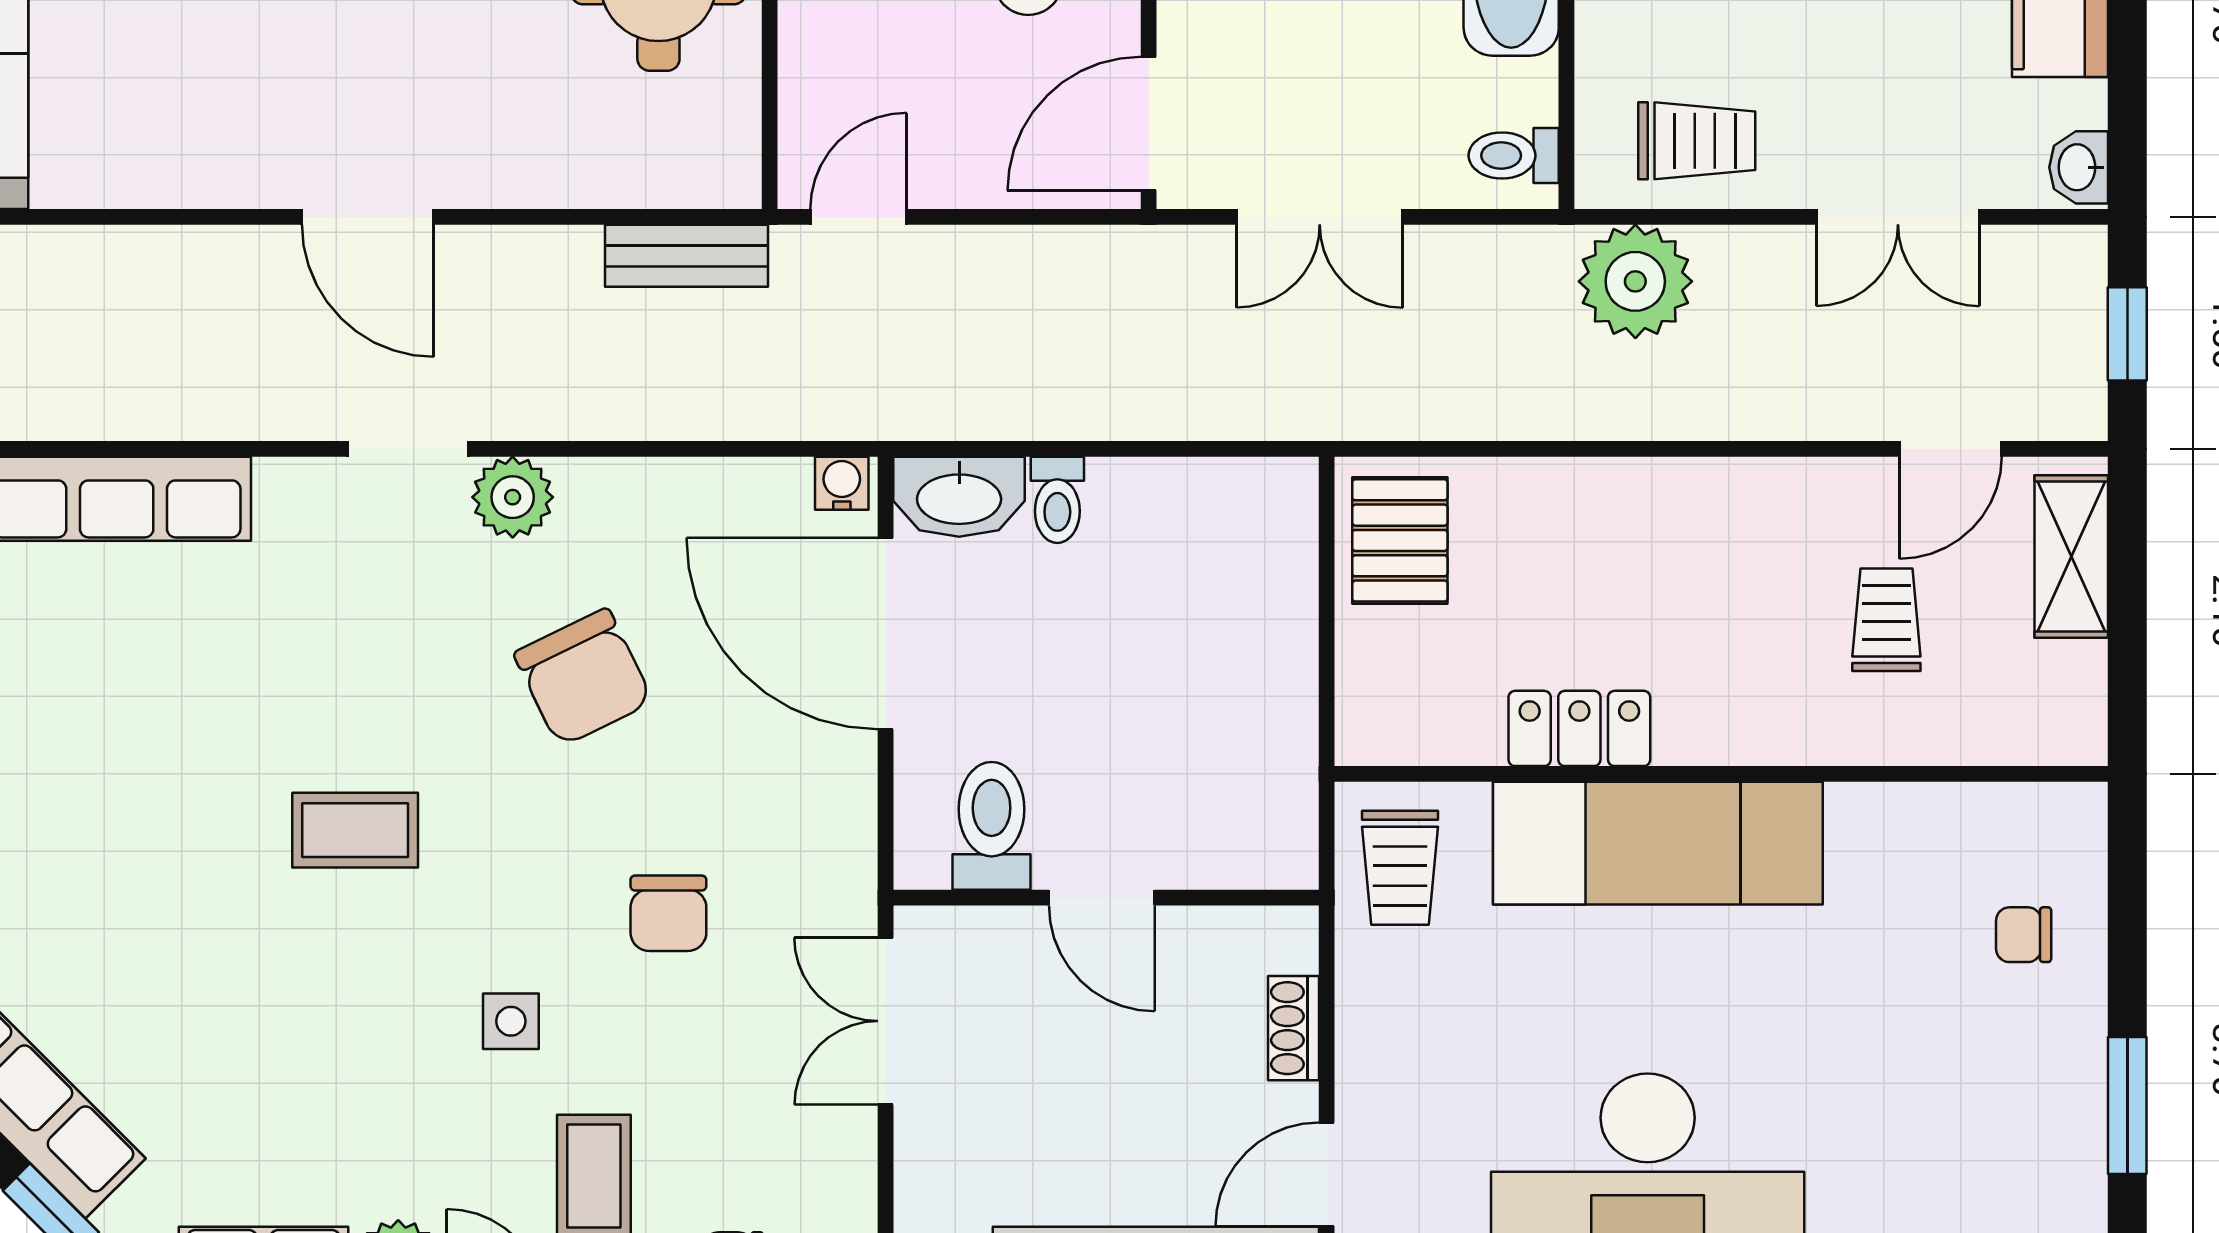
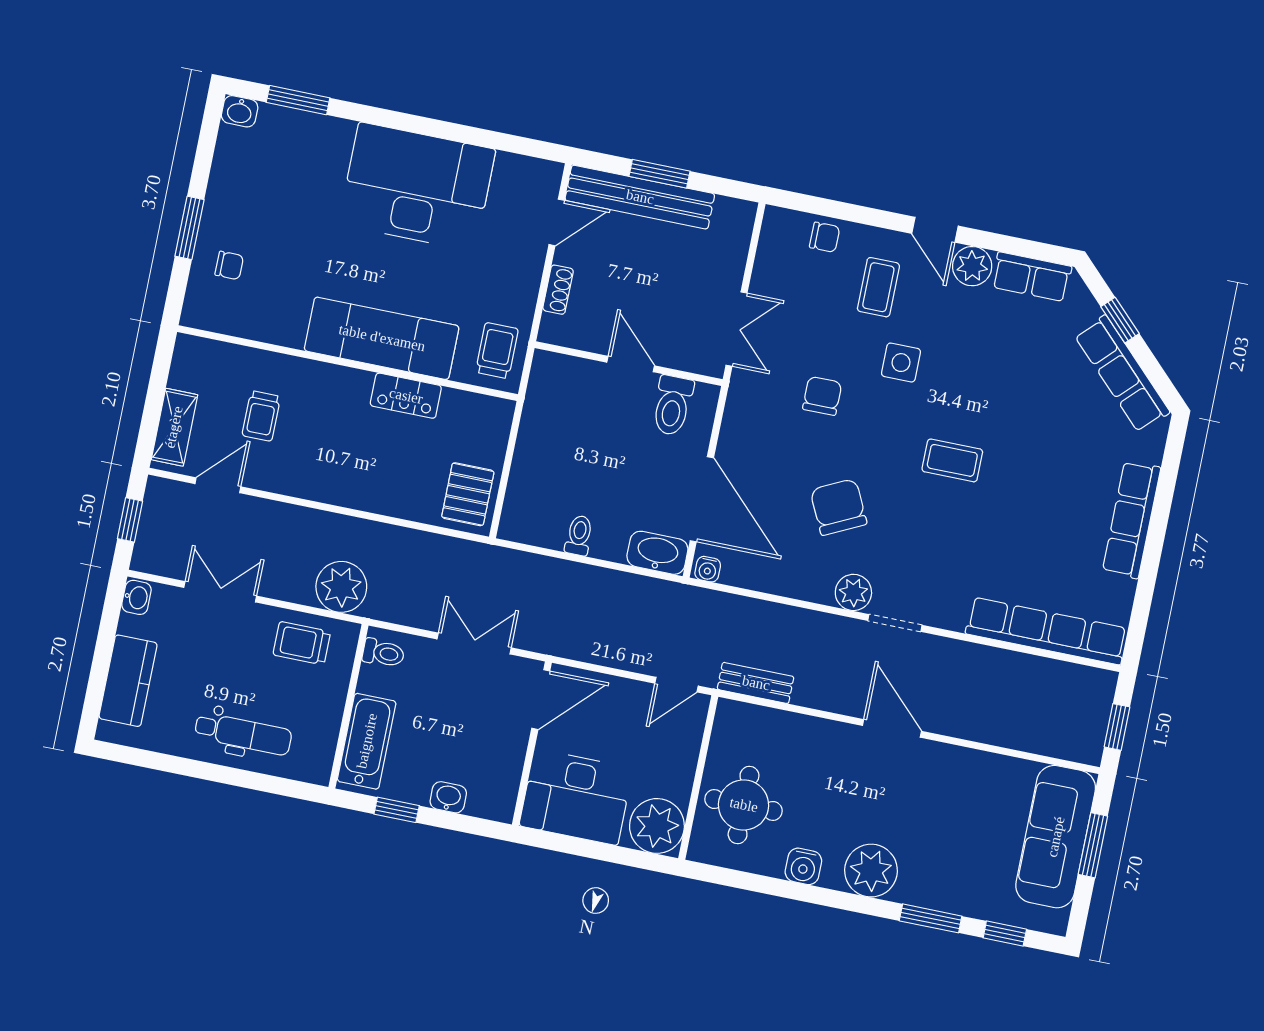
toilet: (1057, 500) -> (579, 535), moved
side table: (511, 1021) -> (901, 363), width x1.37, depth x1.37
window: (2127, 1105) -> (189, 228), moved

